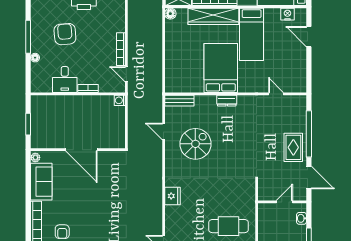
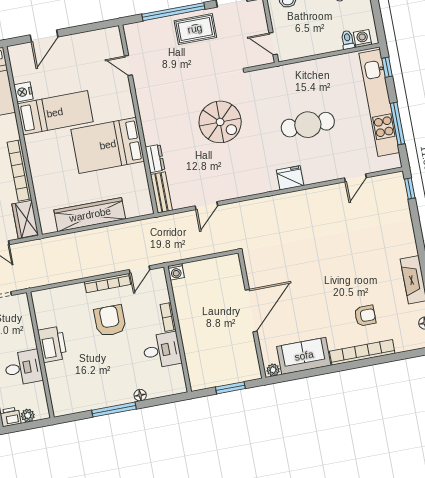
floor lamp: (170, 14) -> (48, 226), removed
nightstand: (287, 14) -> (24, 92), moved
wardrobe: (213, 16) -> (90, 215), moved, turned -90
armchair: (65, 34) -> (110, 321), moved, turned 95
door: (276, 94) -> (128, 66), hinge flipped
dresser: (227, 101) -> (155, 159), moved
spiral stairs: (195, 144) -> (220, 122), moved, turned 180
door: (284, 202) -> (273, 44), moved
cafe table: (229, 226) -> (308, 125), moved, turned 90

